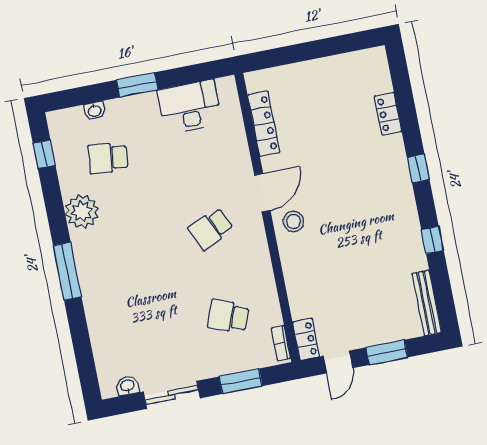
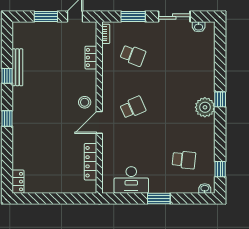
washbasin: (95, 111) -> (205, 188), moved
locker: (388, 114) -> (18, 182), moved
plant: (82, 212) -> (205, 107), moved
window: (67, 271) -> (220, 99), width x0.46
bench: (427, 303) -> (17, 67), moved
locker: (306, 339) -> (91, 58), moved

